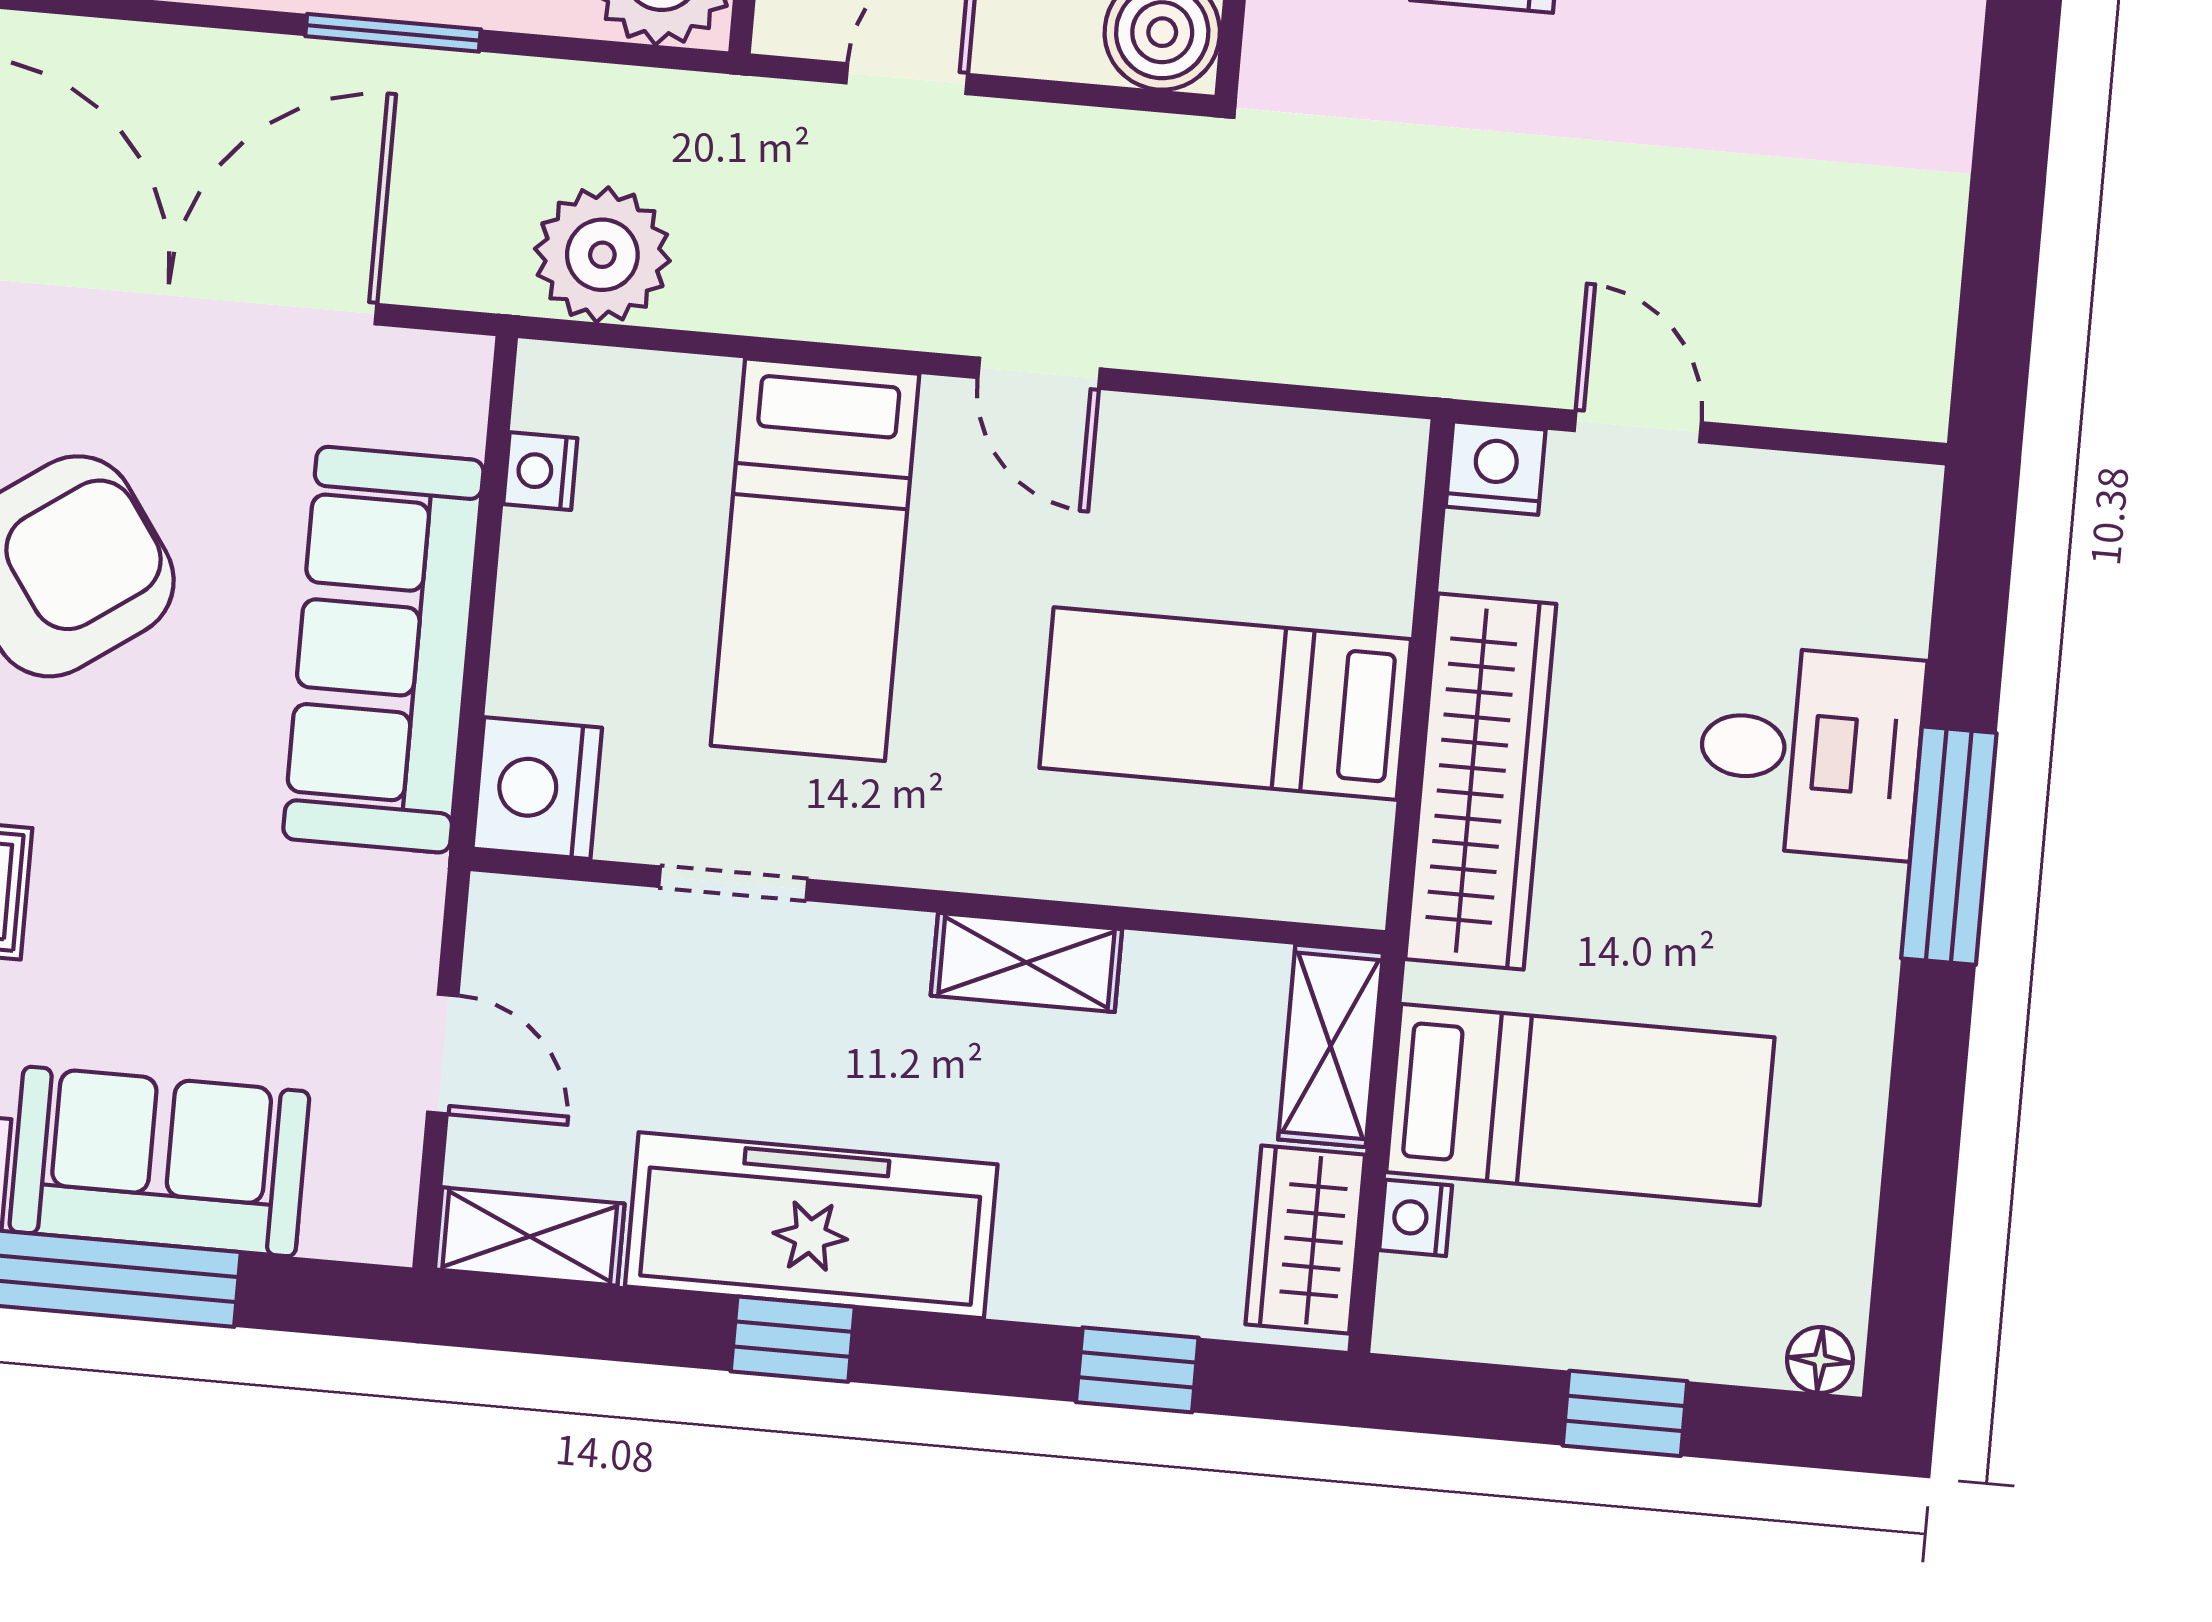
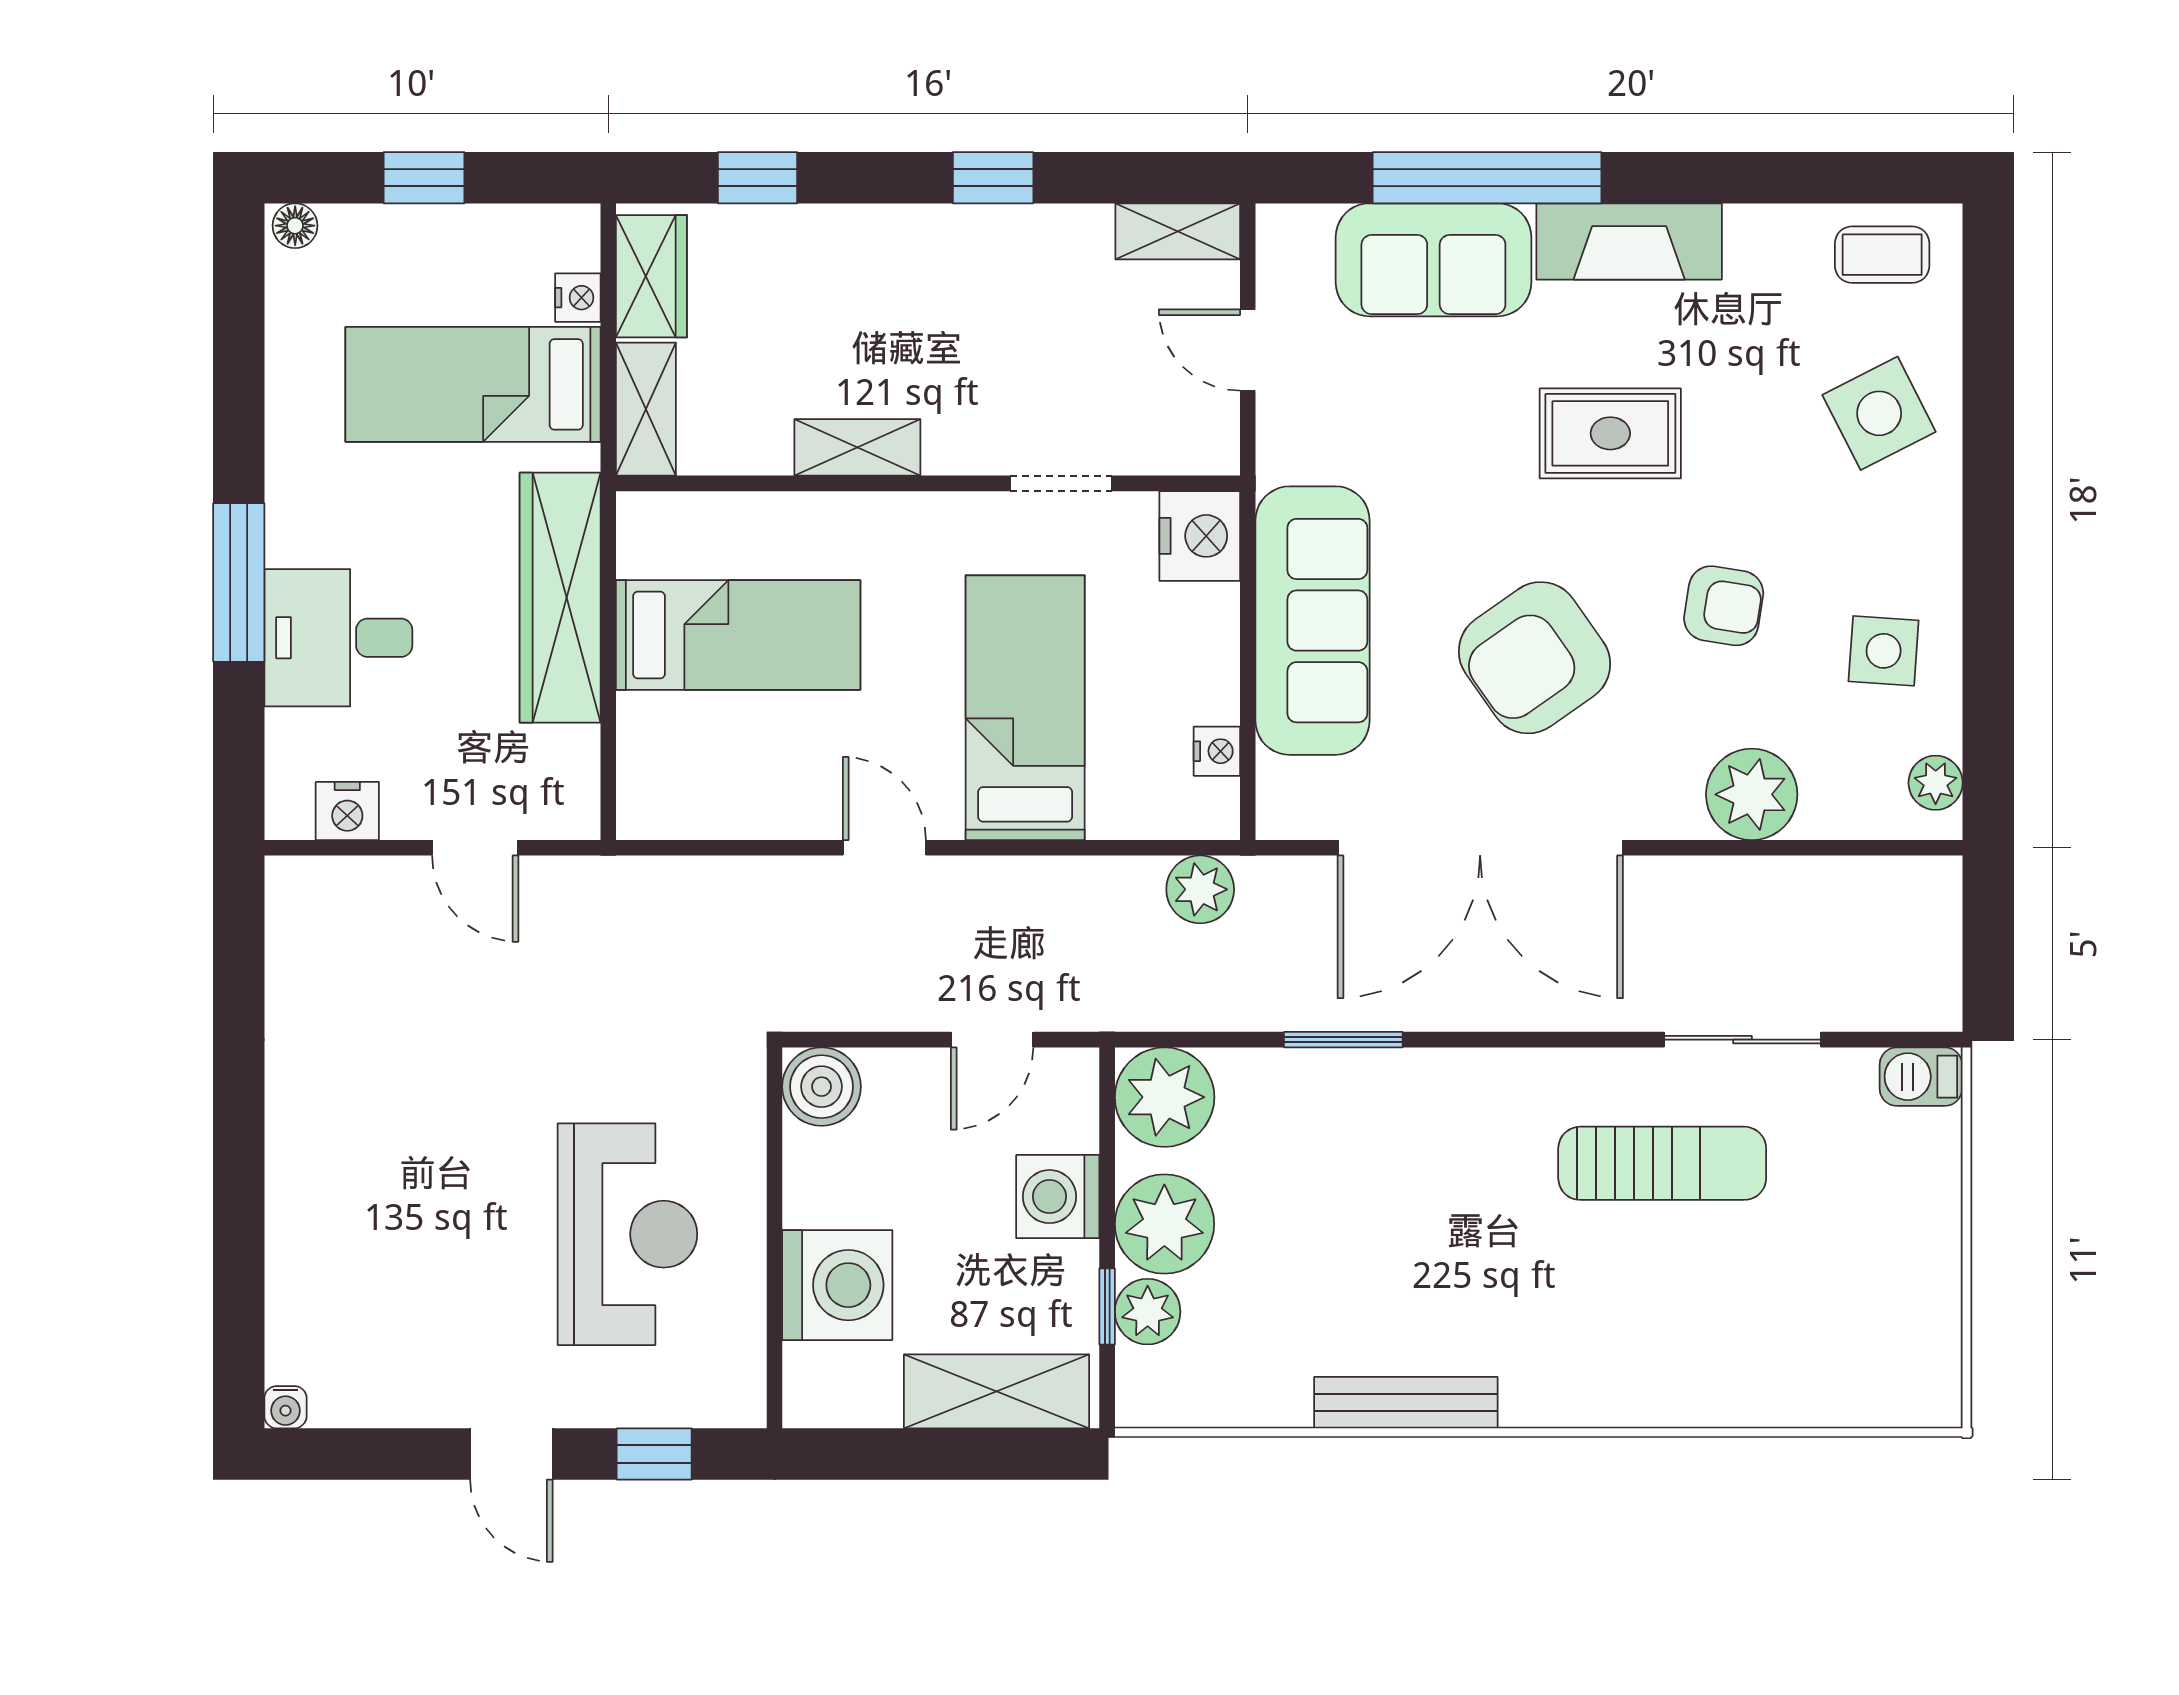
plant: (602, 255) -> (1200, 889), width x0.73, depth x0.73
nightstand: (1496, 468) -> (347, 811), moved
freezer: (811, 1225) -> (987, 256), removed

